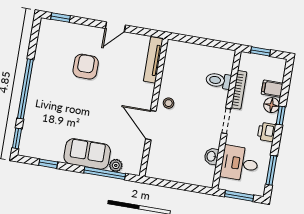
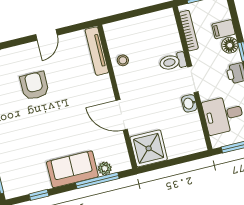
toilet: (218, 81) -> (173, 62), moved
bookcase: (239, 90) -> (189, 31), moved
stool: (169, 103) -> (123, 60), moved
washbasin: (212, 156) -> (189, 103), moved
shower: (162, 164) -> (149, 148), added

